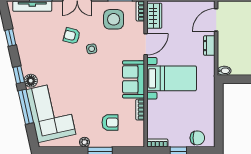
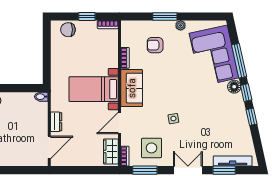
armchair: (72, 36) -> (193, 131), removed
window: (10, 38) -> (252, 117), moved

